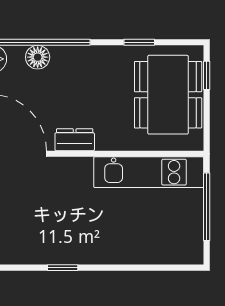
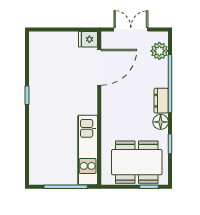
floor lamp: (38, 57) -> (161, 122), moved
dresser: (75, 140) -> (161, 101), moved, turned 180

